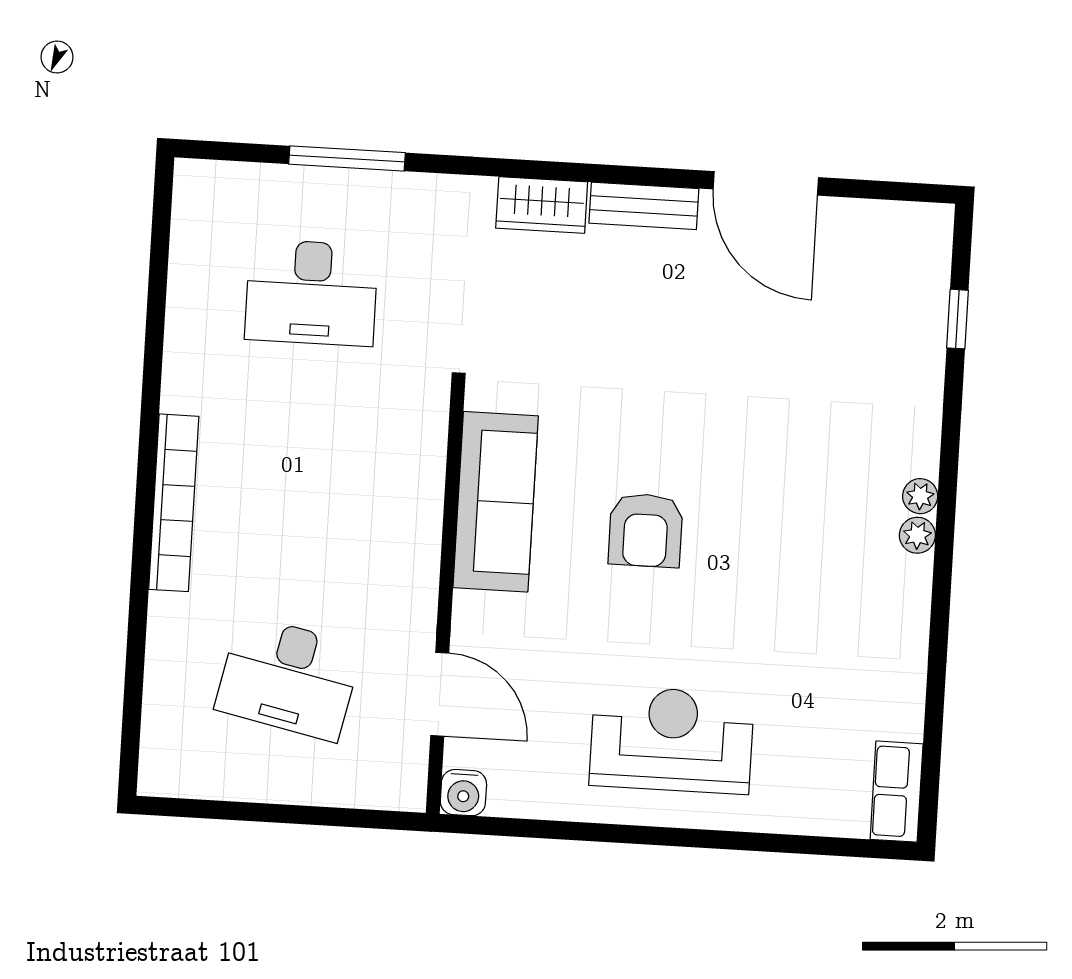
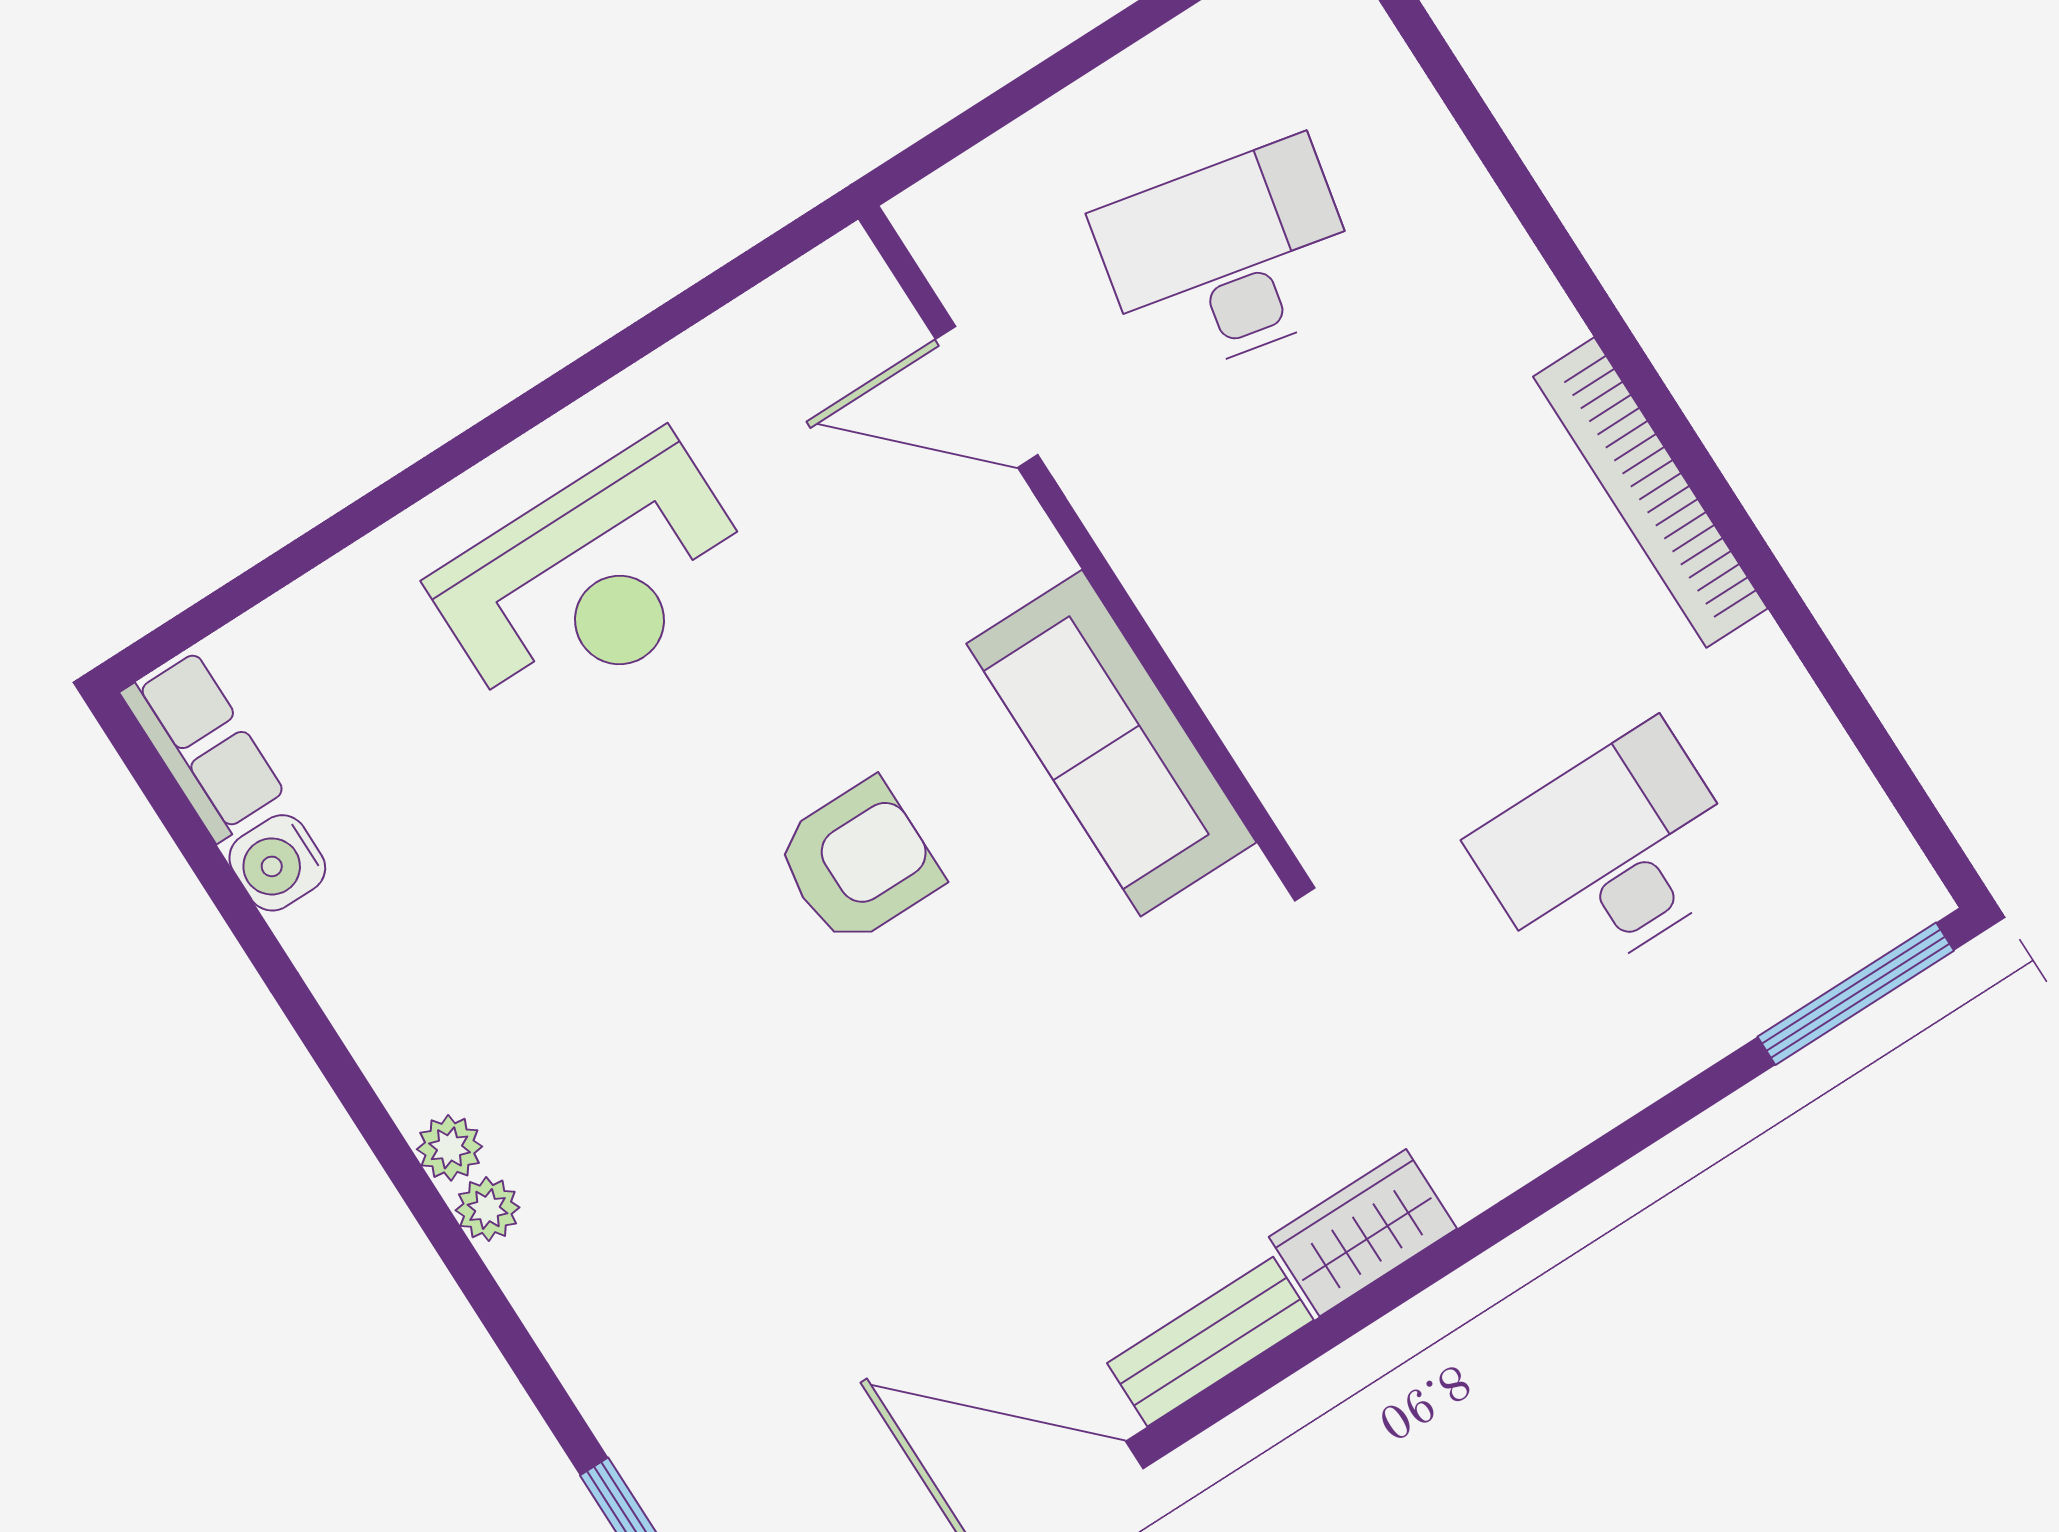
window: (347, 158) -> (1856, 994), moved
bookcase: (174, 503) -> (1650, 493), moved
armchair: (646, 530) -> (858, 862), turned 90
water cooler: (463, 793) -> (277, 863), moved, turned -90

